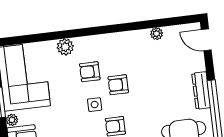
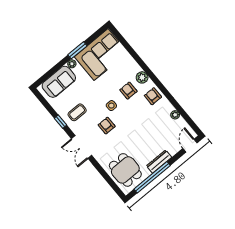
plant: (65, 47) -> (142, 77), moved
armchair: (118, 85) -> (153, 96), moved

